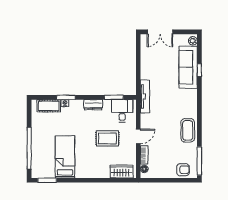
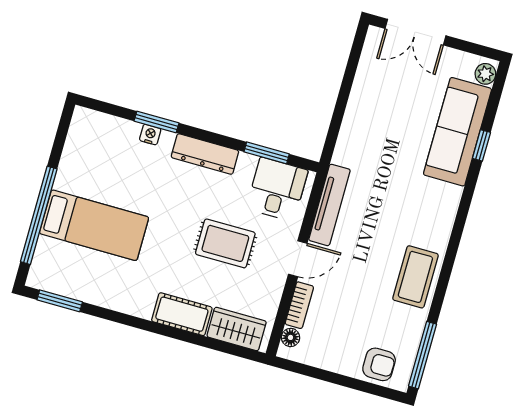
tv unit: (145, 96) -> (329, 205), moved
dresser: (93, 105) -> (205, 154), width x1.44
cot: (49, 106) -> (182, 314), moved
bed: (65, 157) -> (94, 225), moved, turned 90

